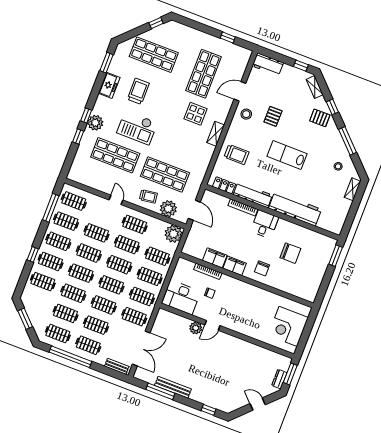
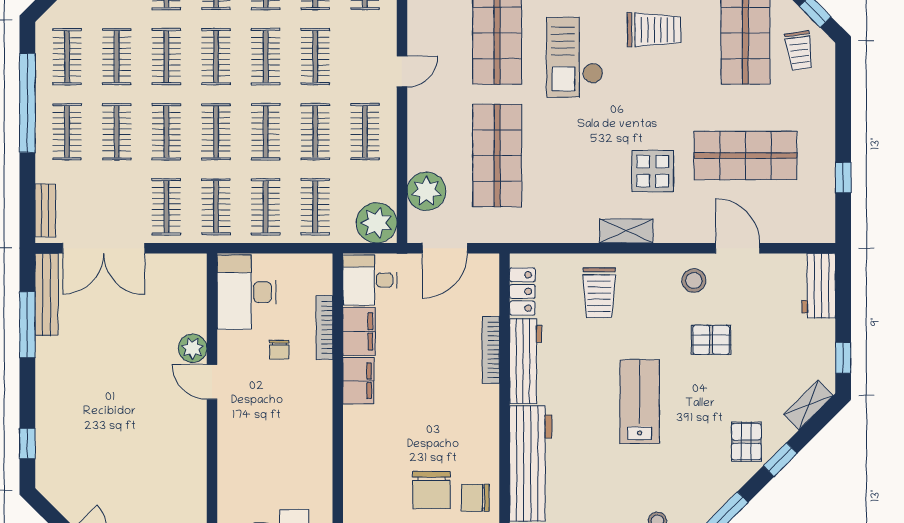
trolley: (148, 196) -> (799, 51), moved
desk: (265, 224) -> (370, 280), moved, turned 180
chair: (262, 268) -> (475, 498), moved
bench: (173, 387) -> (47, 294), moved

